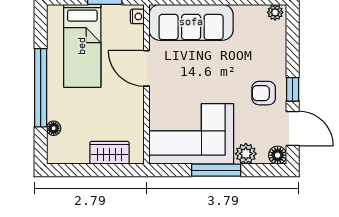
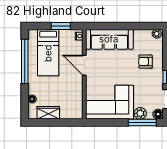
window: (41, 88) -> (25, 61), moved
armchair: (264, 93) -> (145, 62), moved
wardrobe: (110, 153) -> (48, 113), moved
window: (216, 170) -> (142, 123), moved

